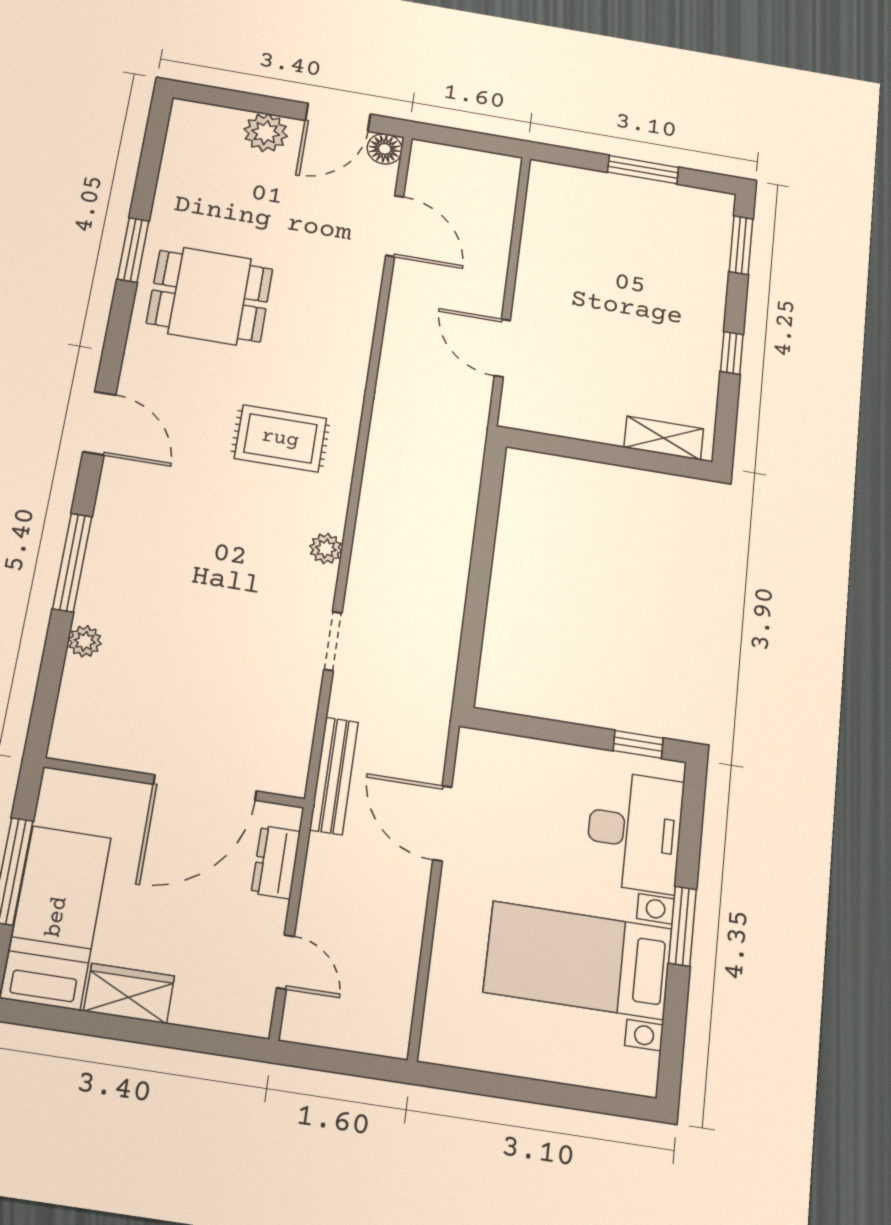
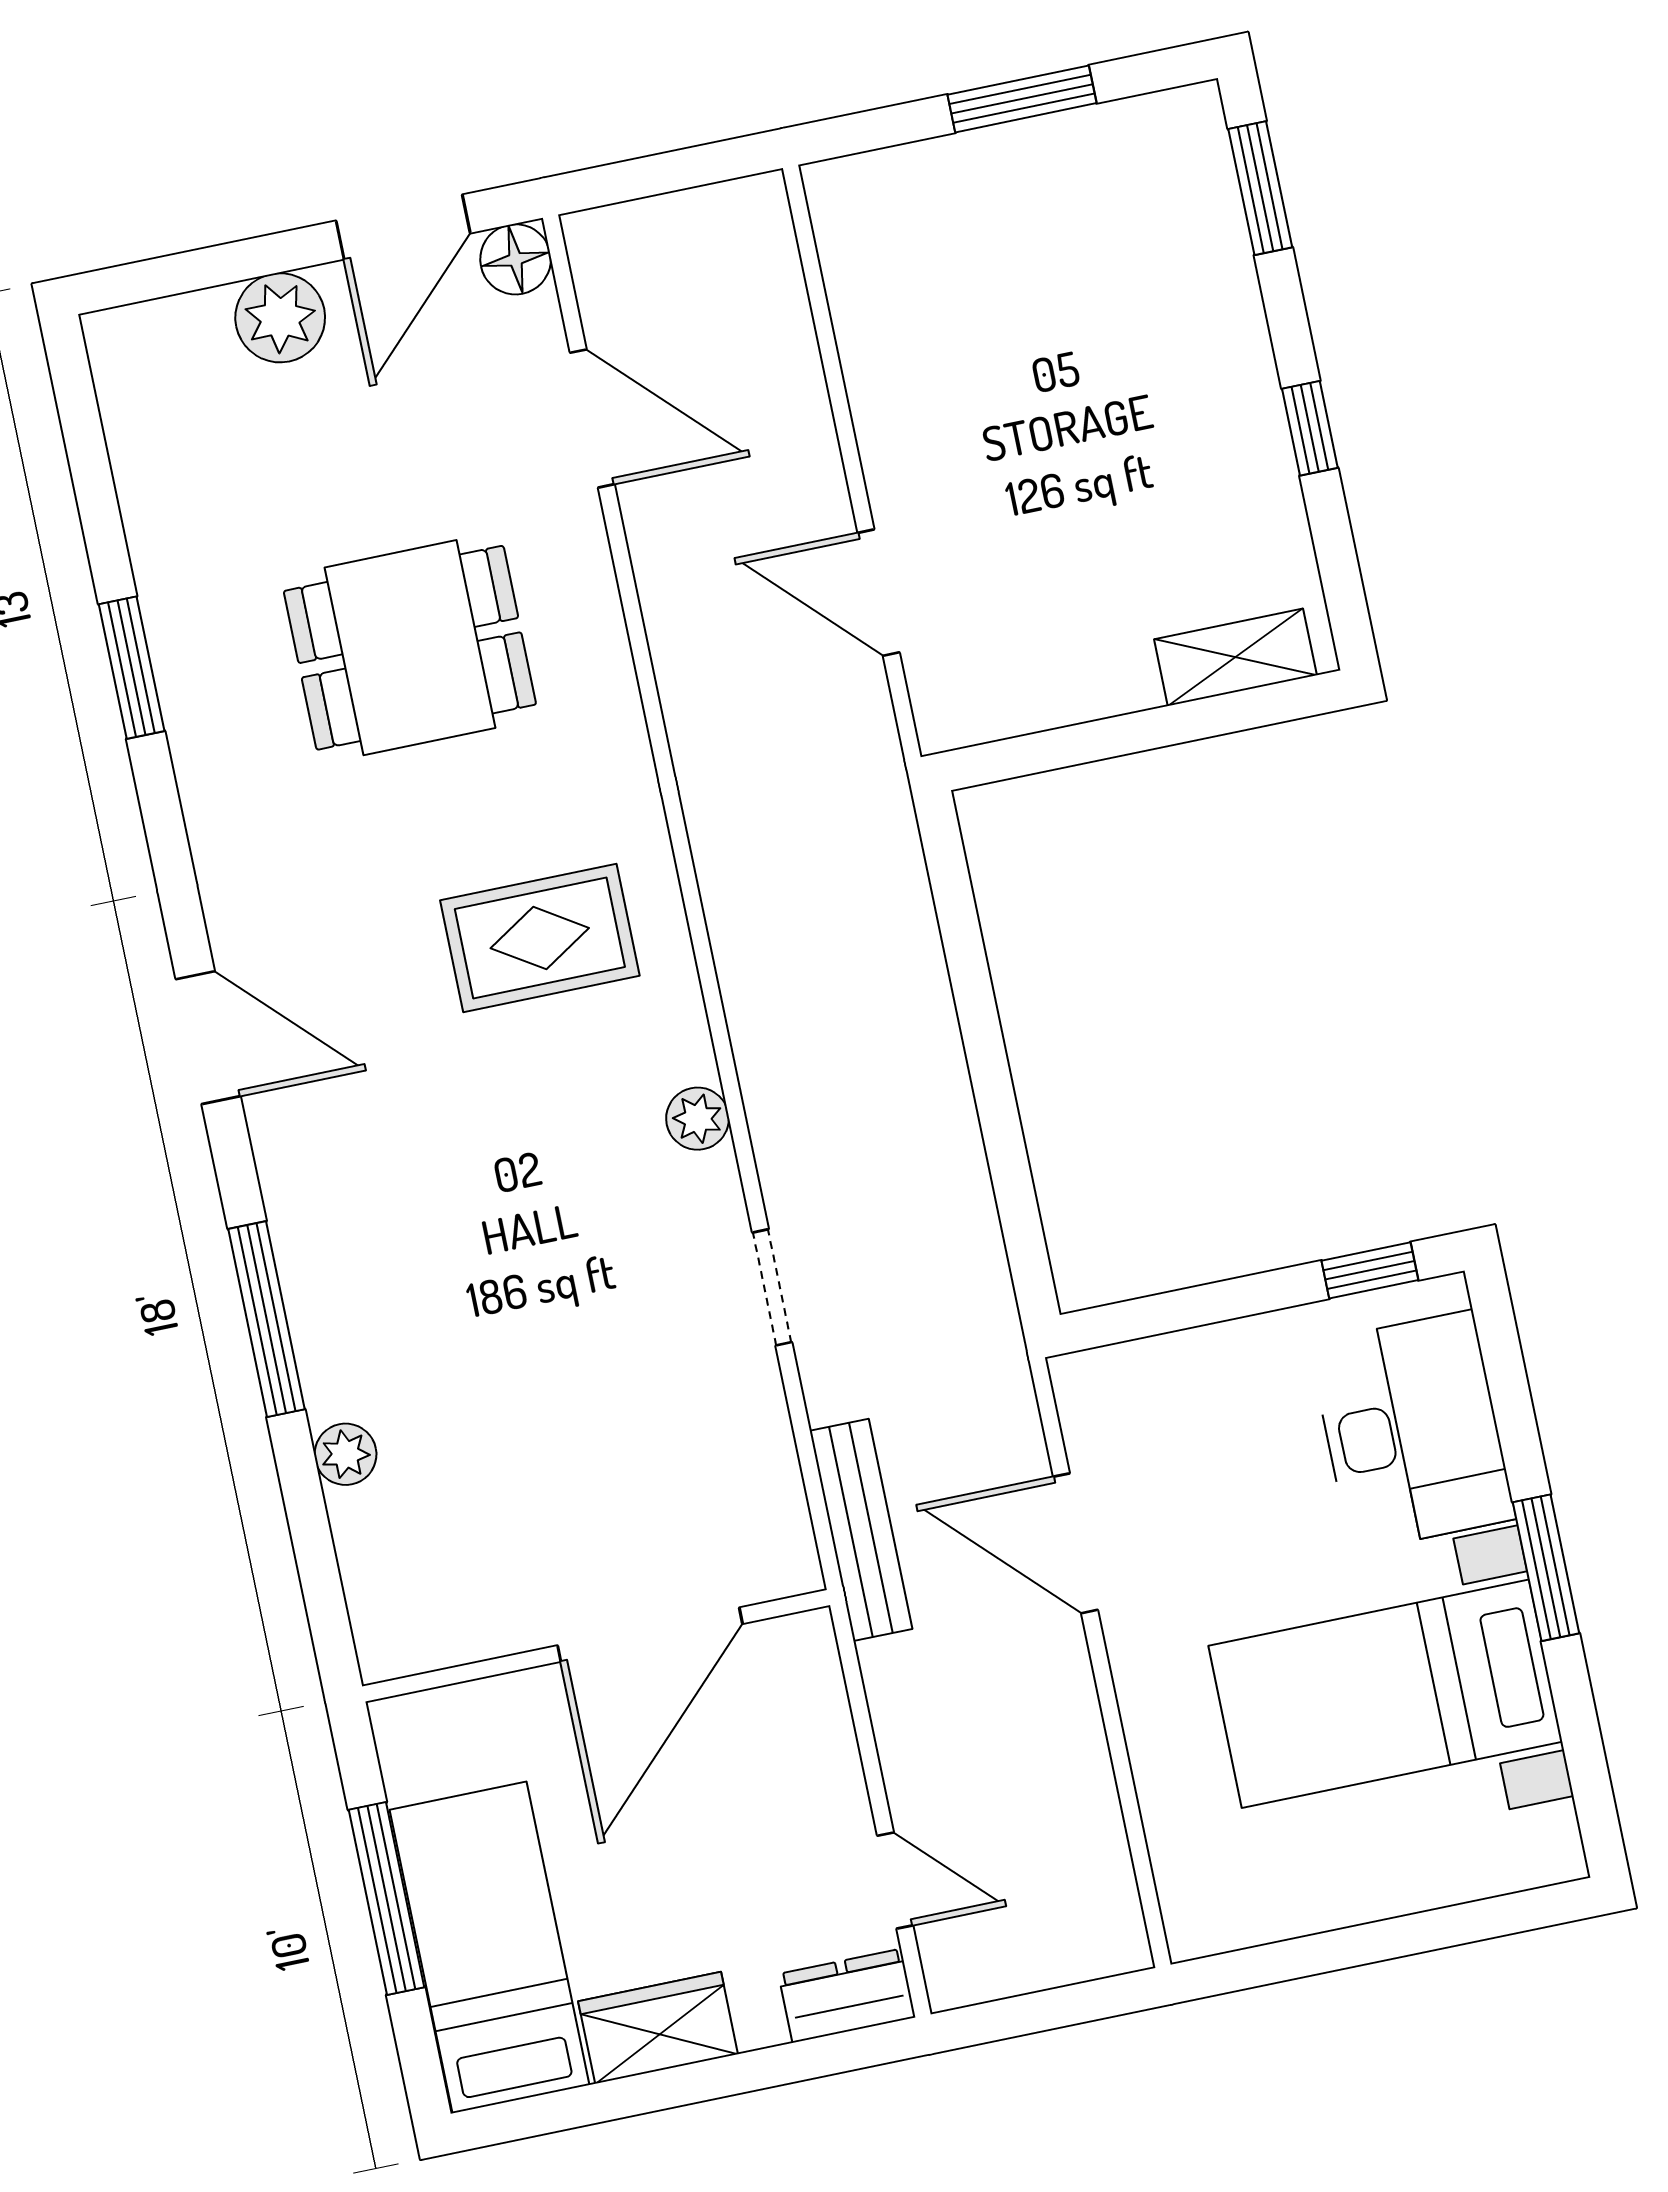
dining table: (210, 296) -> (410, 648), moved
dresser: (276, 862) -> (847, 1996), moved, turned 90

